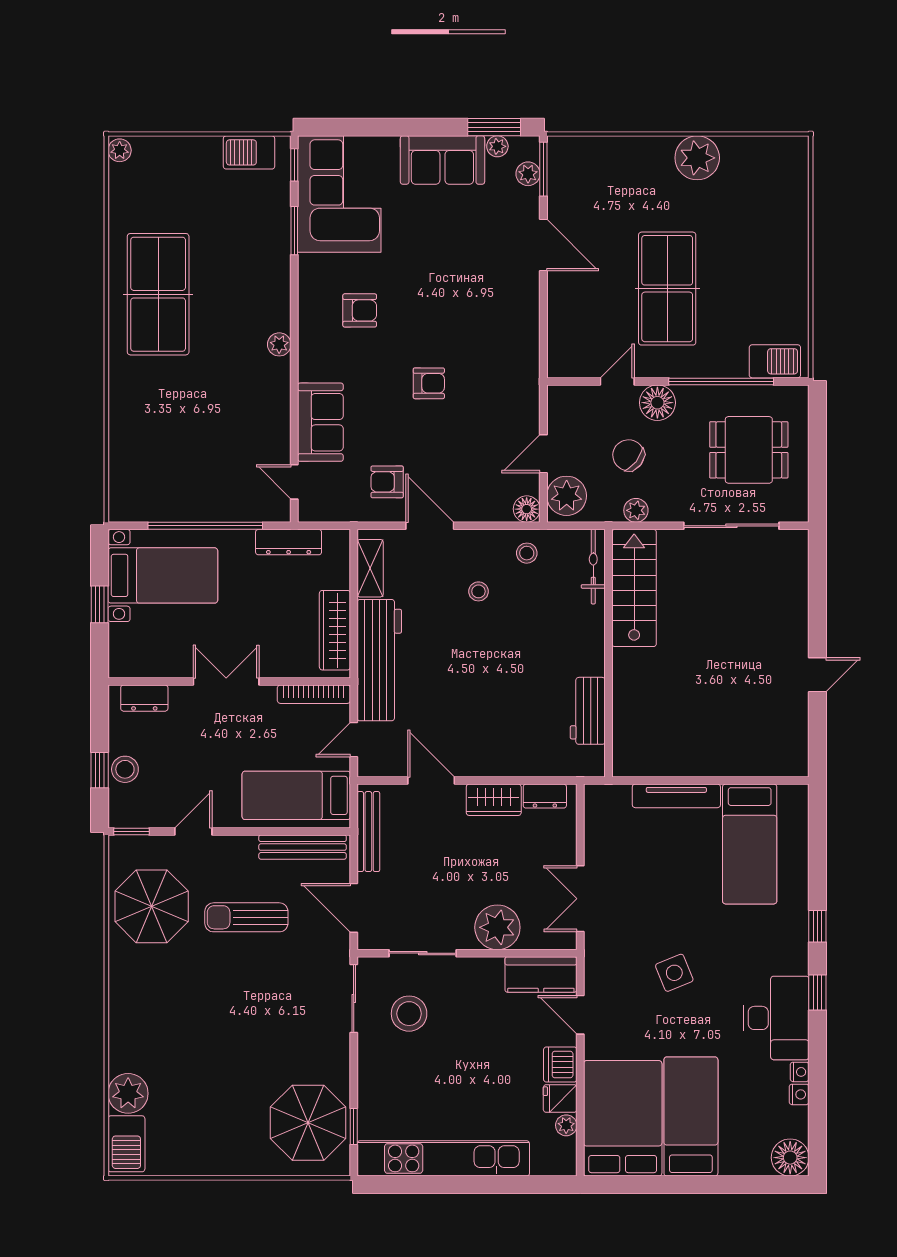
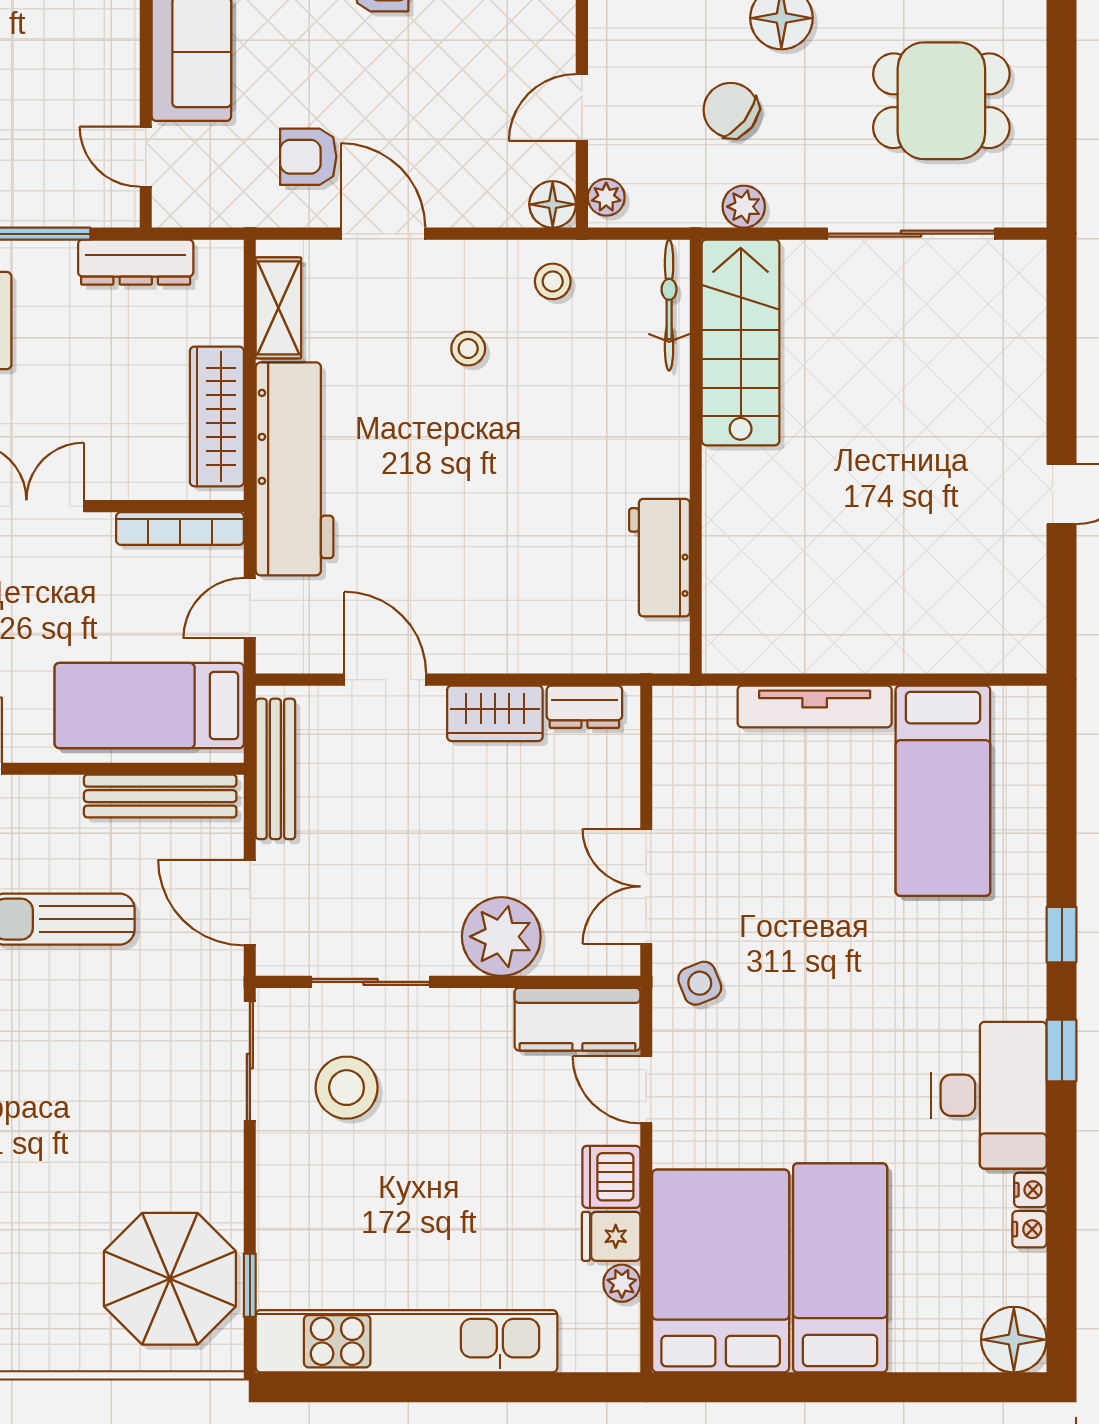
plant: (567, 496) -> (606, 197), width x0.53, depth x0.53
side table: (674, 973) -> (700, 983), moved, width x0.73, depth x0.73

